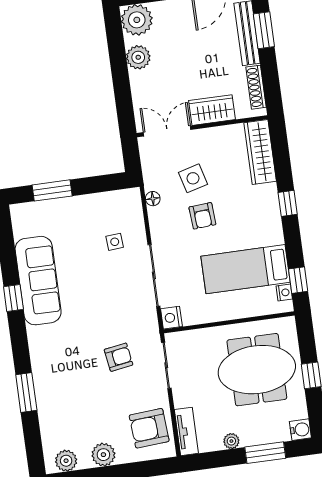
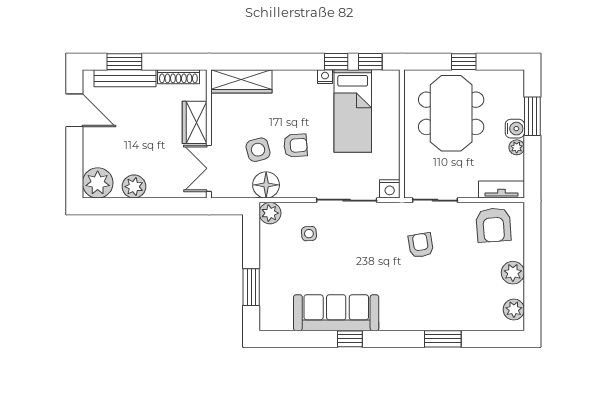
plant: (130, 199) -> (270, 213), added
floor lamp: (153, 199) -> (266, 185), width x1.89, depth x1.89
window: (288, 203) -> (336, 62), moved
nightstand: (284, 293) -> (325, 77), moved
water cooler: (300, 430) -> (515, 129), moved, turned 90

